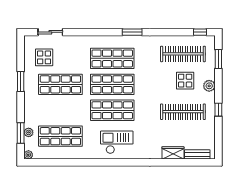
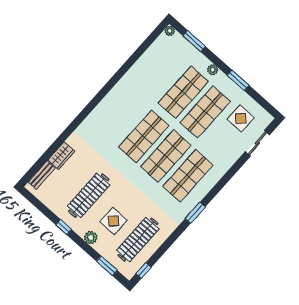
plant: (29, 132) -> (213, 70), moved
shop shelf: (60, 136) -> (183, 92), moved
checkout: (117, 142) -> (113, 116), removed

